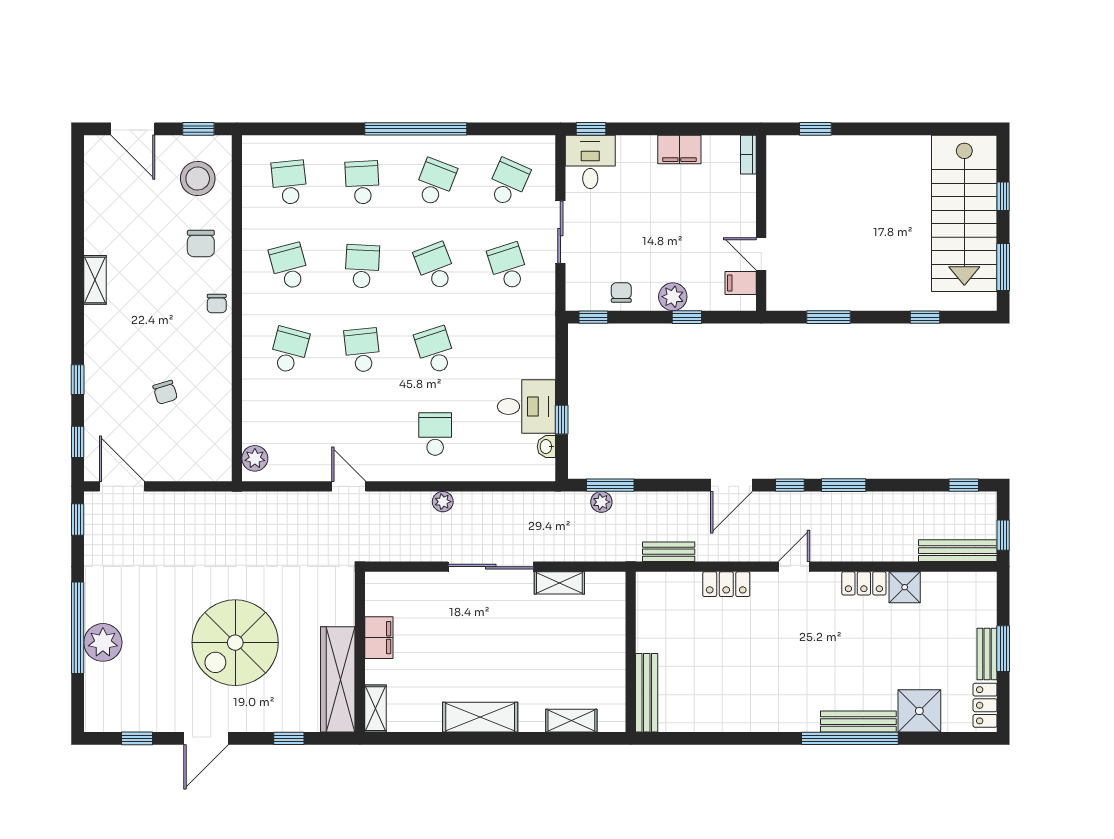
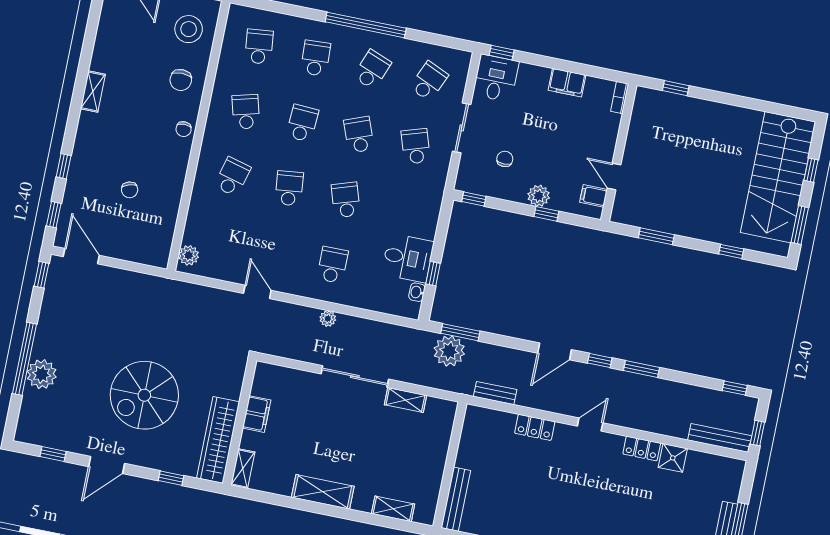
chair: (621, 293) -> (505, 159), moved
plant: (601, 502) -> (449, 351), width x1.87, depth x1.87

